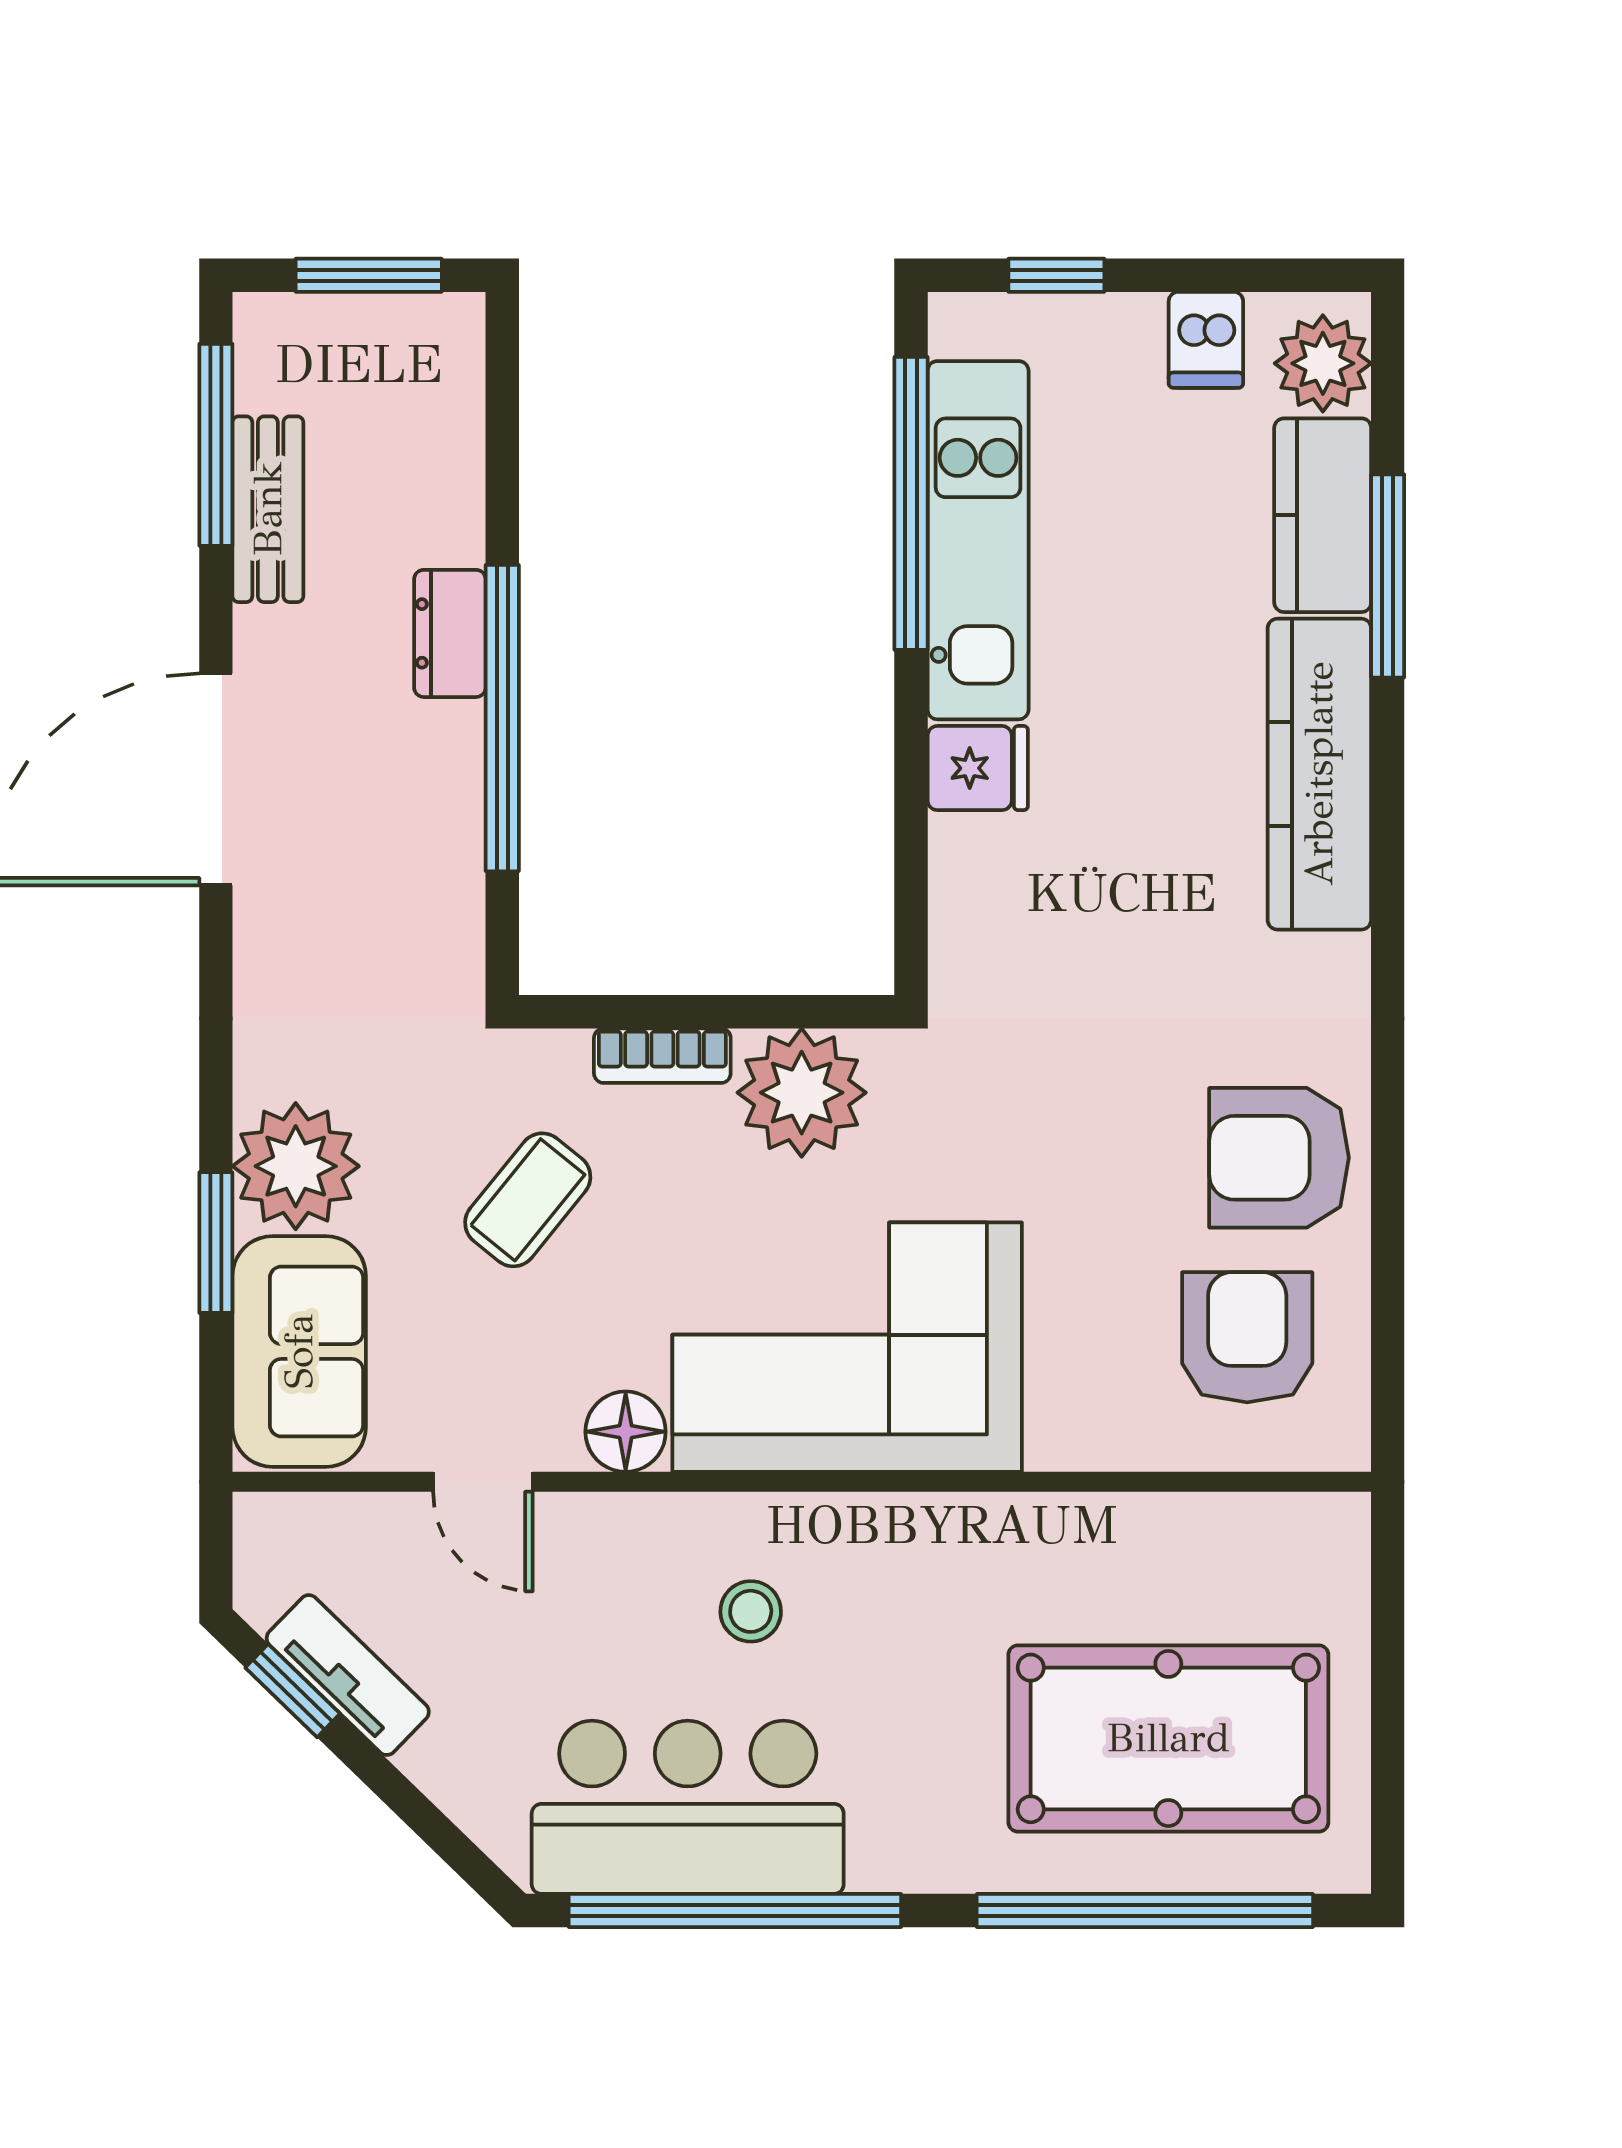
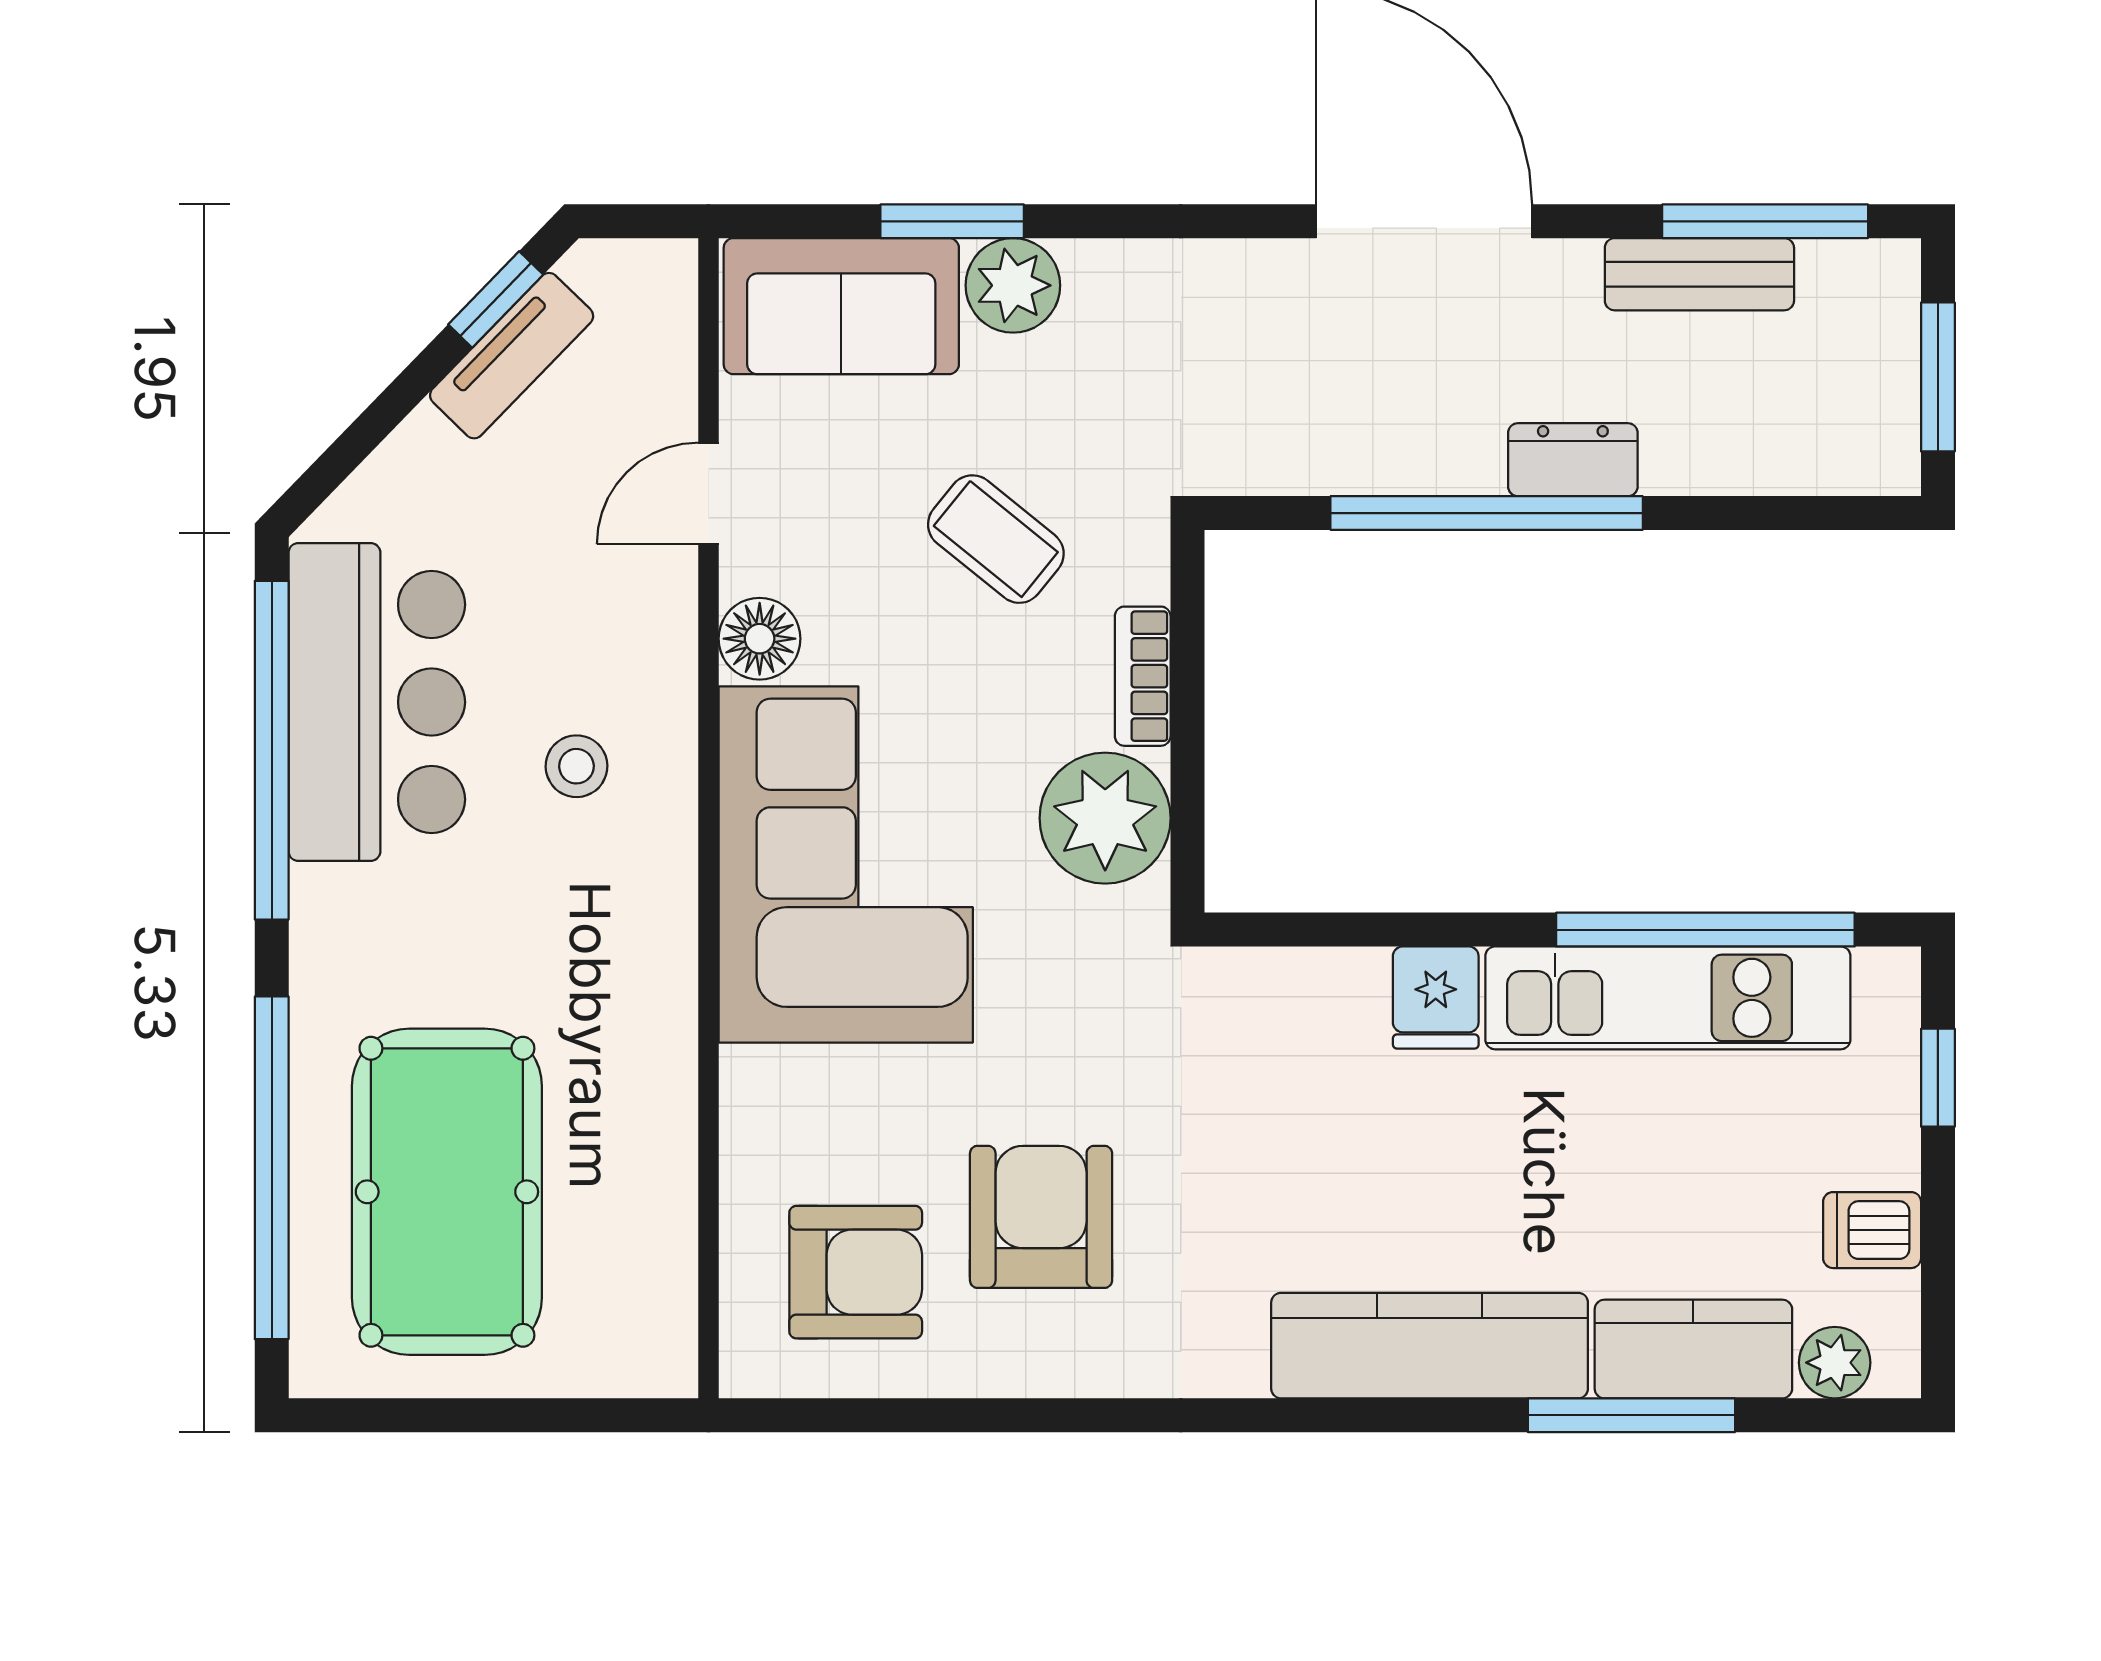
plant: (1323, 363) -> (1835, 1363), width x0.73, depth x0.73
armchair: (1279, 1158) -> (1041, 1217), moved
plant: (296, 1166) -> (1013, 285), width x0.73, depth x0.73

